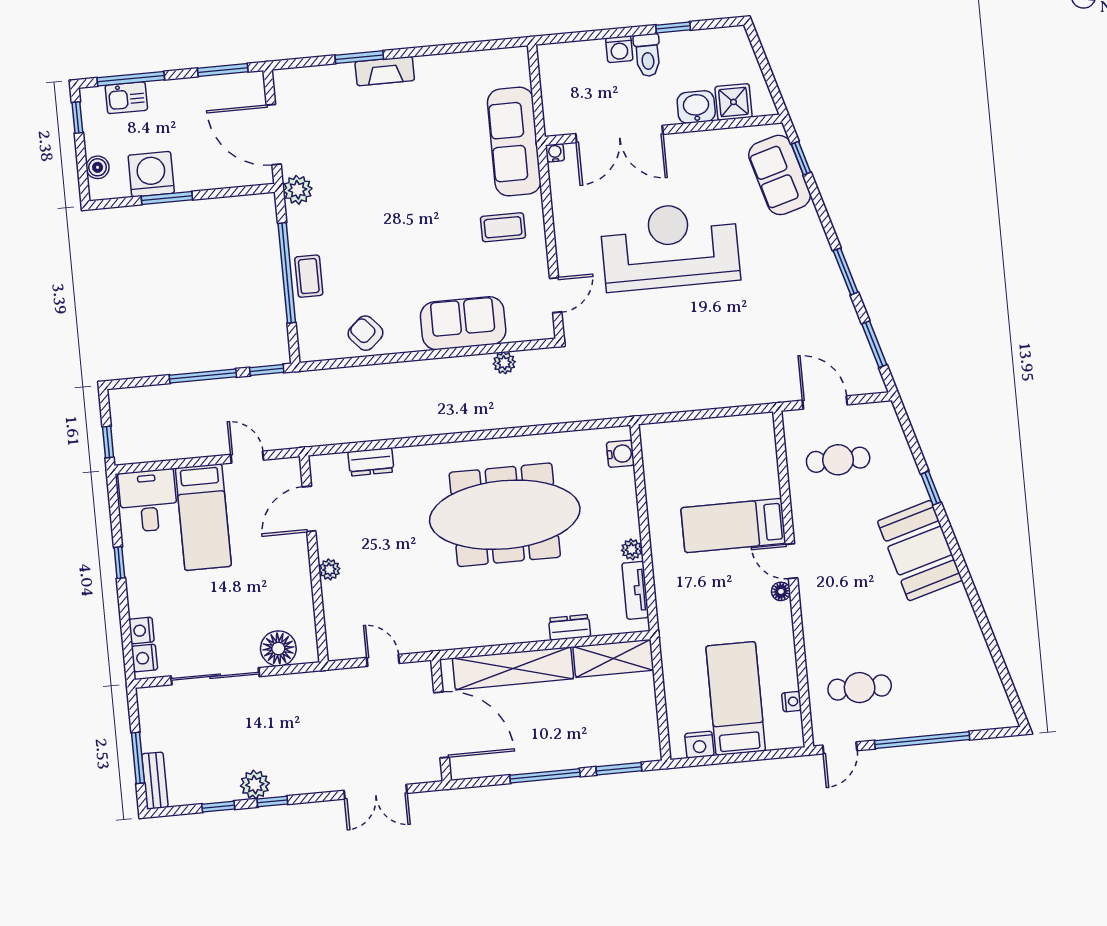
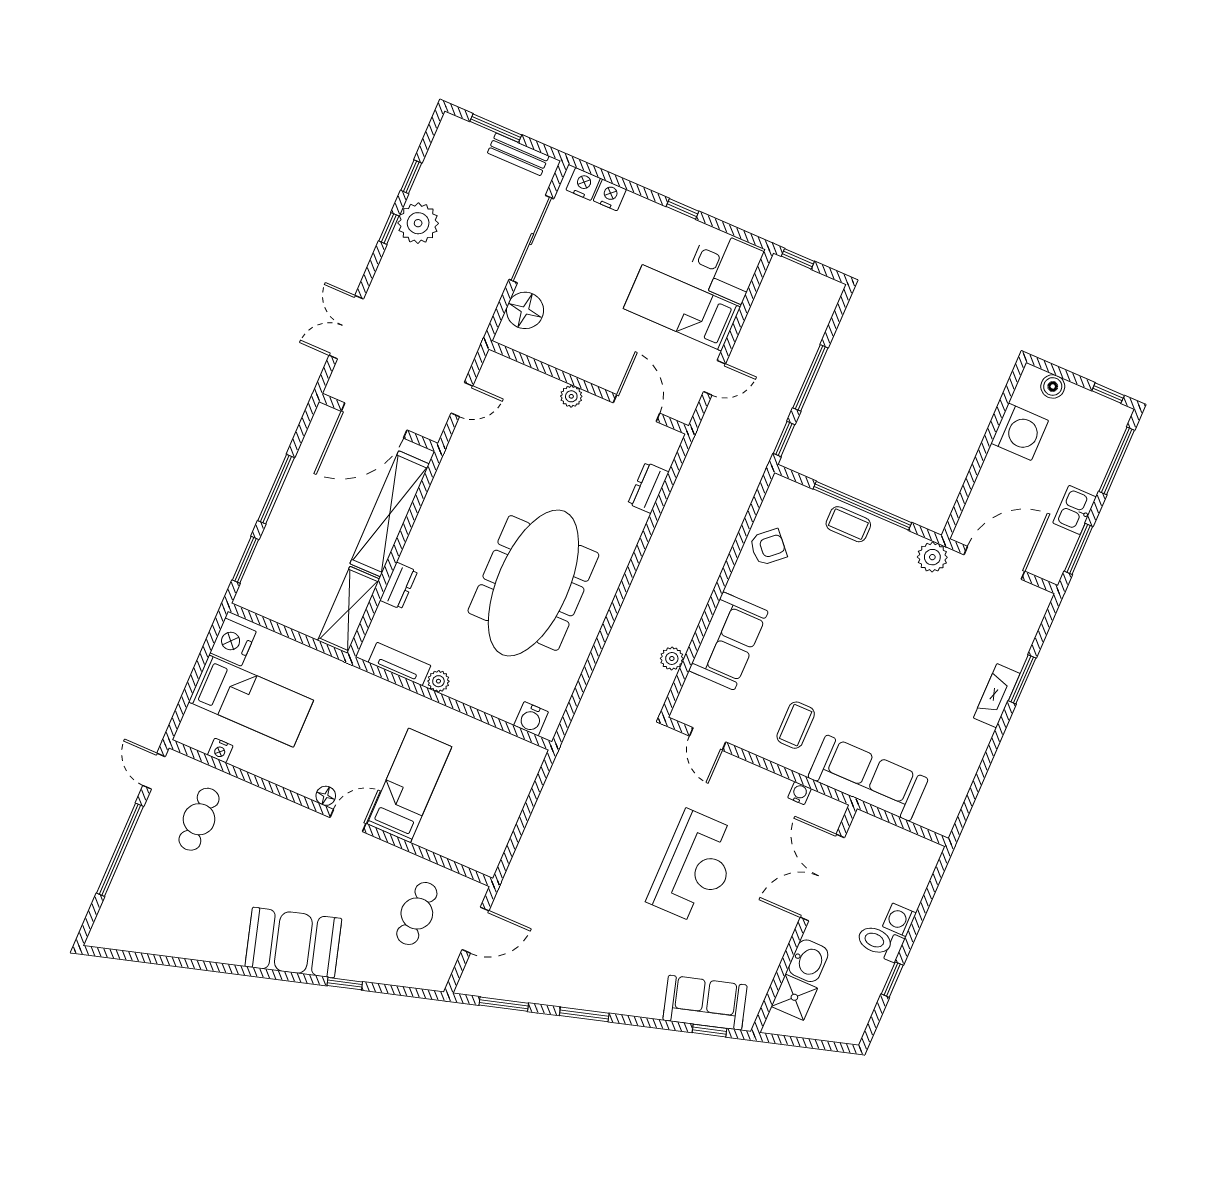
kitchen sink: (126, 98) -> (1075, 510), moved
water cooler: (555, 153) -> (799, 793), moved, turned -90
window: (167, 198) -> (990, 434), removed
reception desk: (670, 246) -> (695, 867), width x0.74, depth x0.77
nightstand: (699, 745) -> (233, 642), width x1.36, depth x1.33
bench: (155, 781) -> (518, 154), moved
plant: (255, 785) -> (418, 223), width x1.36, depth x1.36

